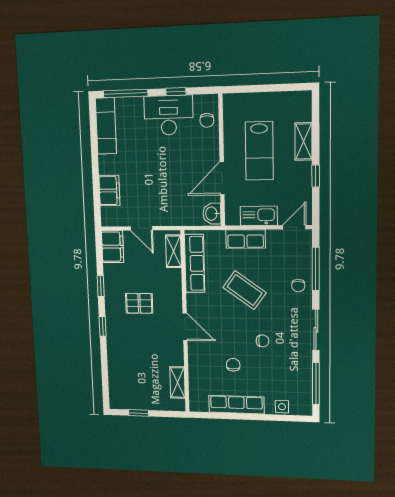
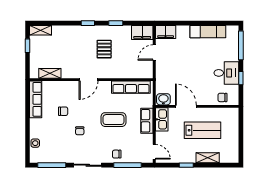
desk: (169, 115) -> (226, 73), width x0.73
exam couch: (106, 126) -> (208, 32), moved
lab bench: (259, 151) -> (203, 130), turned 180
filing cabinet: (109, 191) -> (166, 32), moved
kitchen sink: (259, 216) -> (162, 119), moved
shelving: (173, 251) -> (41, 30), moved
coffee table: (245, 290) -> (114, 120), turned 54
row of seats: (236, 405) -> (36, 99), moved

